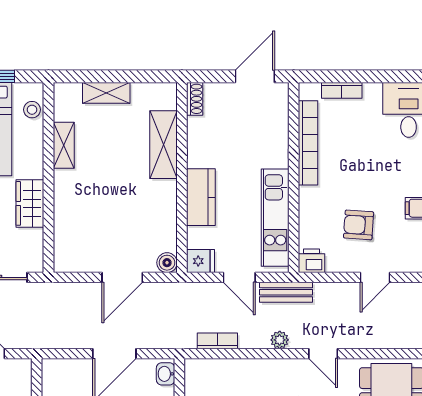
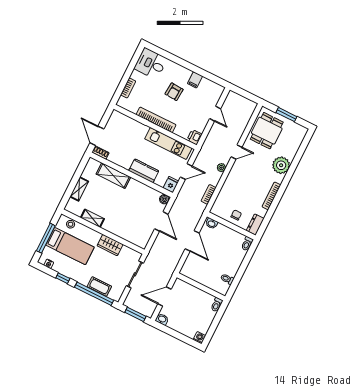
door: (255, 76) -> (97, 136), moved
bookcase: (308, 143) -> (156, 120), moved
armchair: (359, 225) -> (174, 92), moved
bench: (286, 292) -> (202, 155), removed

